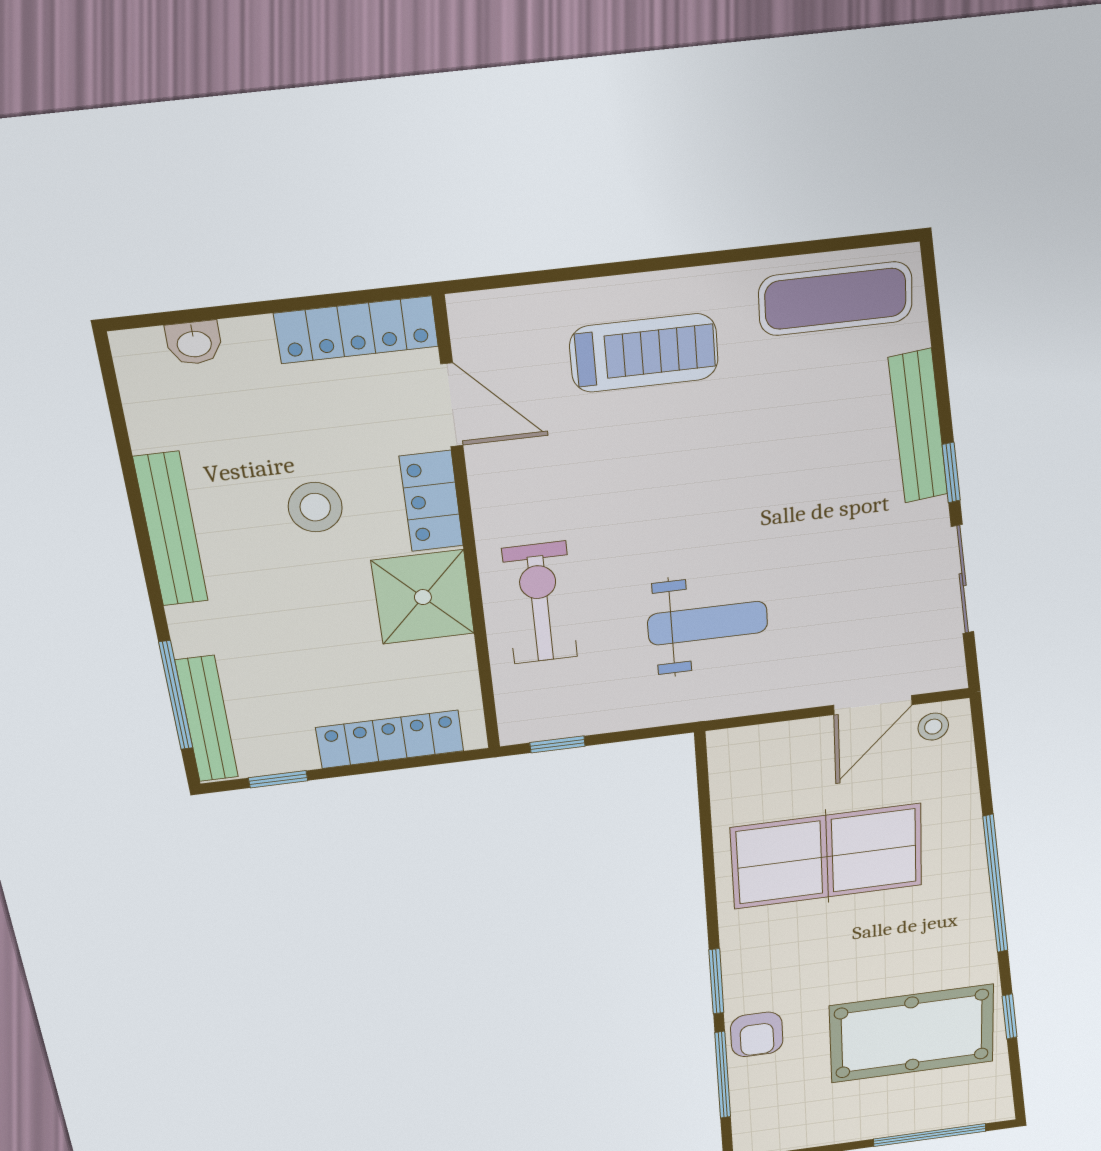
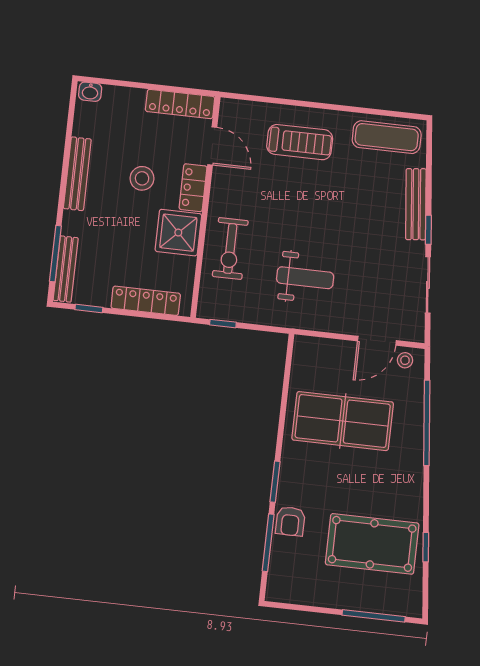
washbasin: (194, 343) -> (90, 92), moved
exercise bike: (540, 603) -> (230, 249), turned 180
window: (995, 884) -> (427, 423), moved

